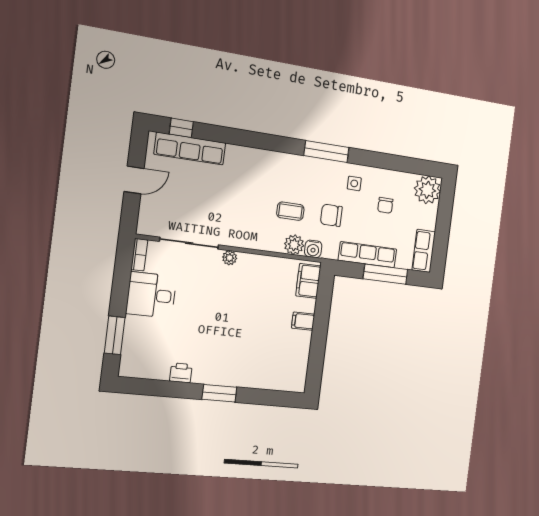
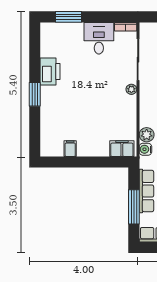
filing cabinet: (303, 321) -> (70, 149), moved
printer: (181, 373) -> (50, 72), width x1.87, depth x1.48

